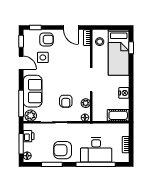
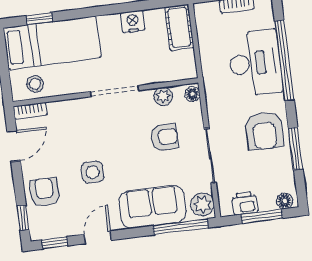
side table: (43, 57) -> (92, 172), moved

